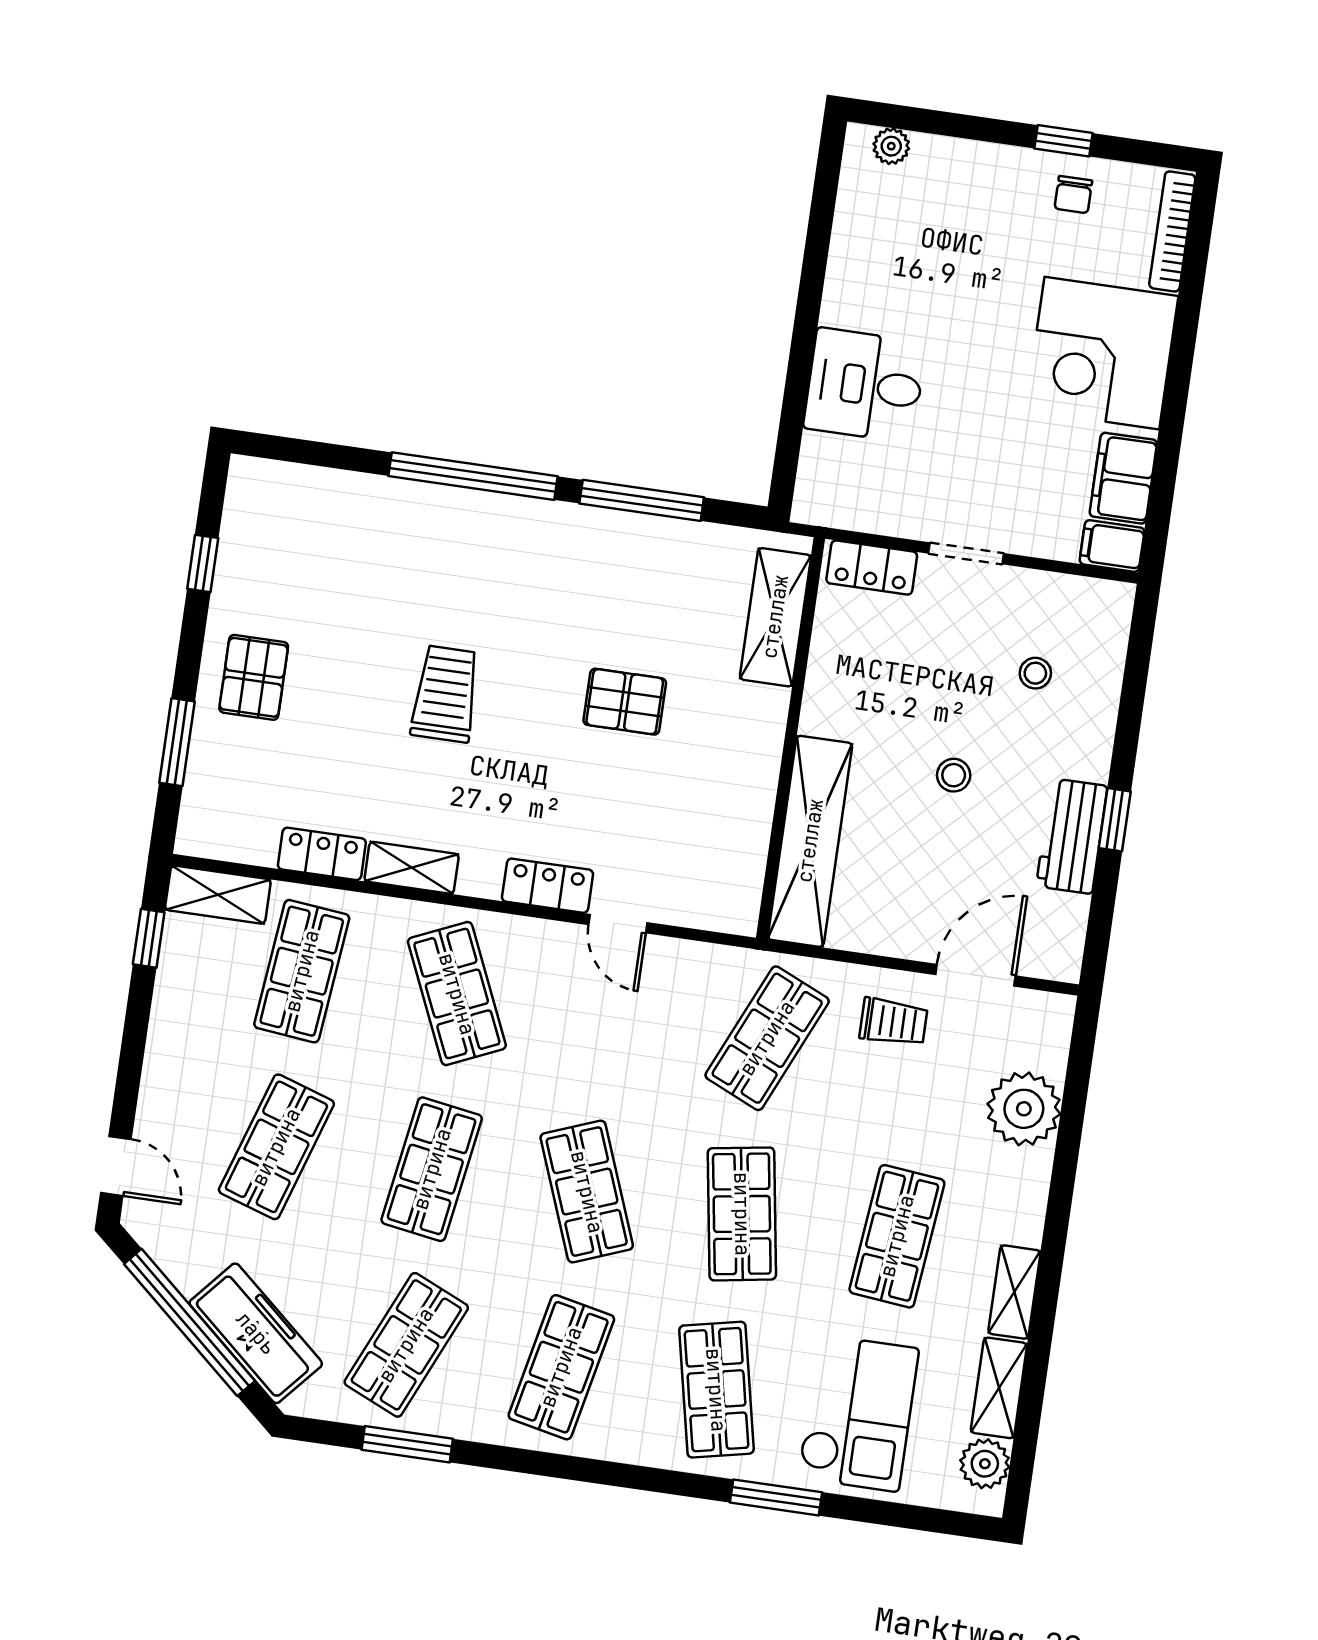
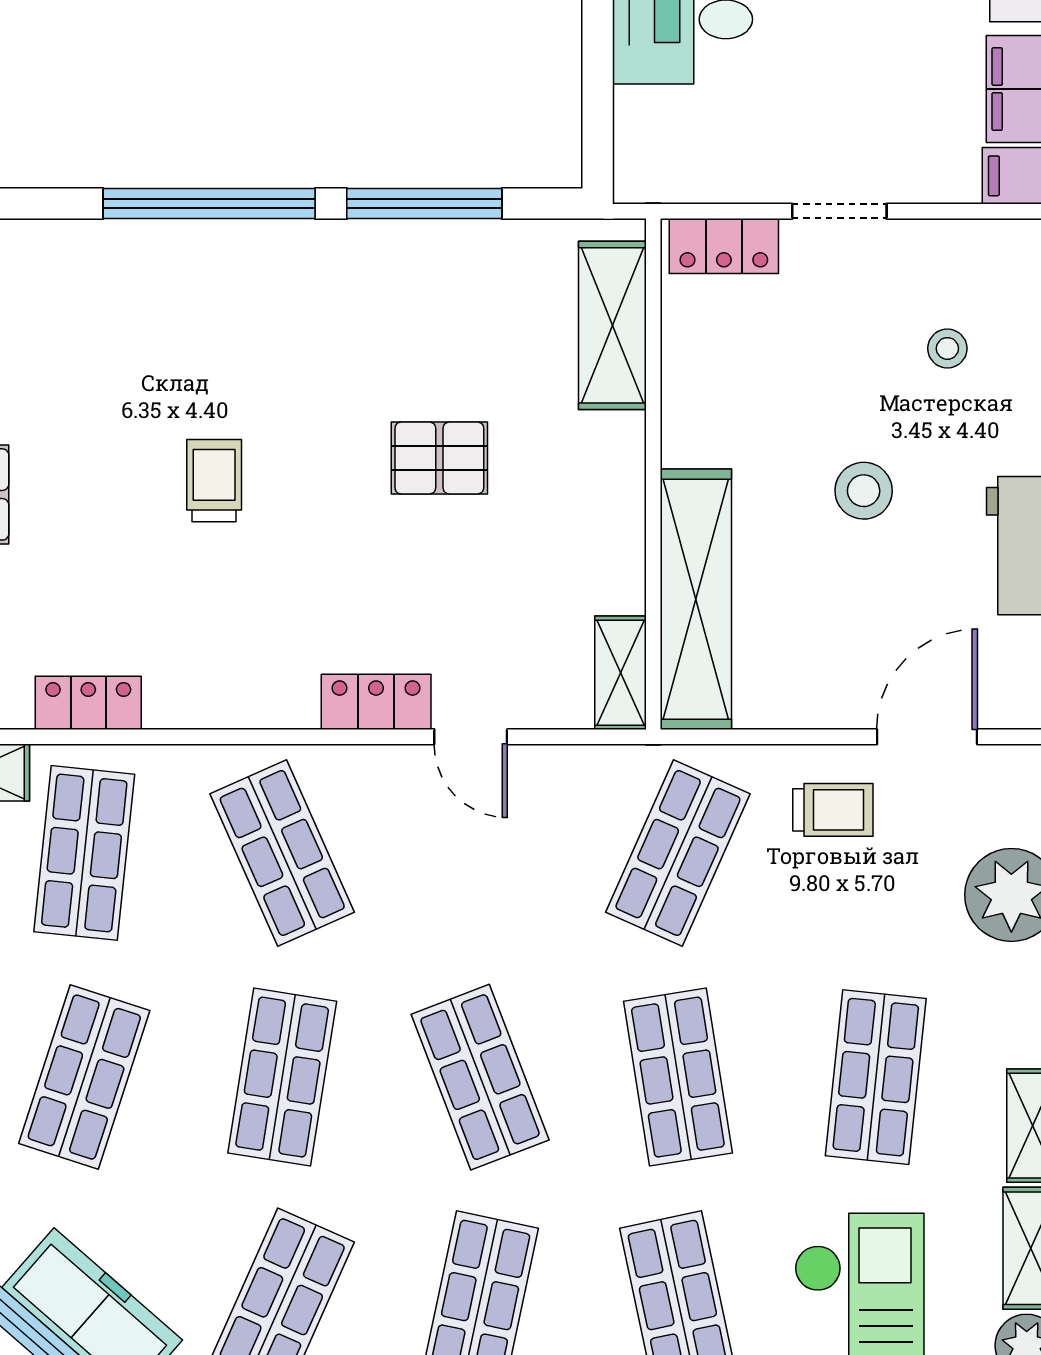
trolley: (446, 694) -> (214, 481), width x0.73, depth x0.72
stool: (954, 775) -> (864, 491), width x1.37, depth x1.37
shelving: (412, 868) -> (620, 673), moved, turned 90

